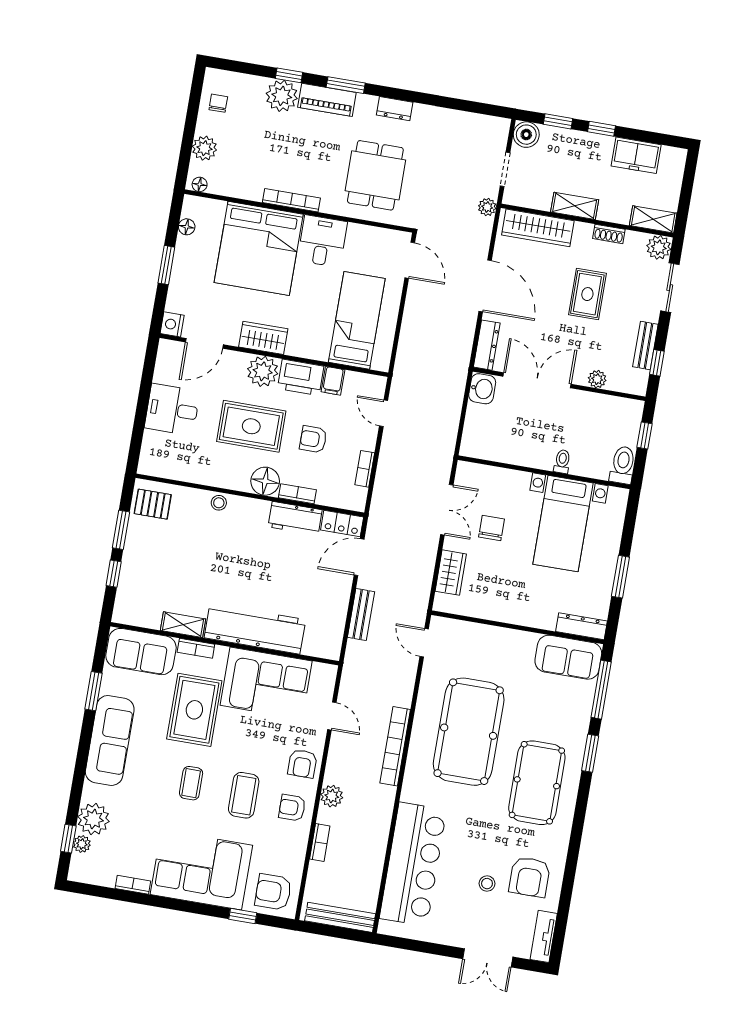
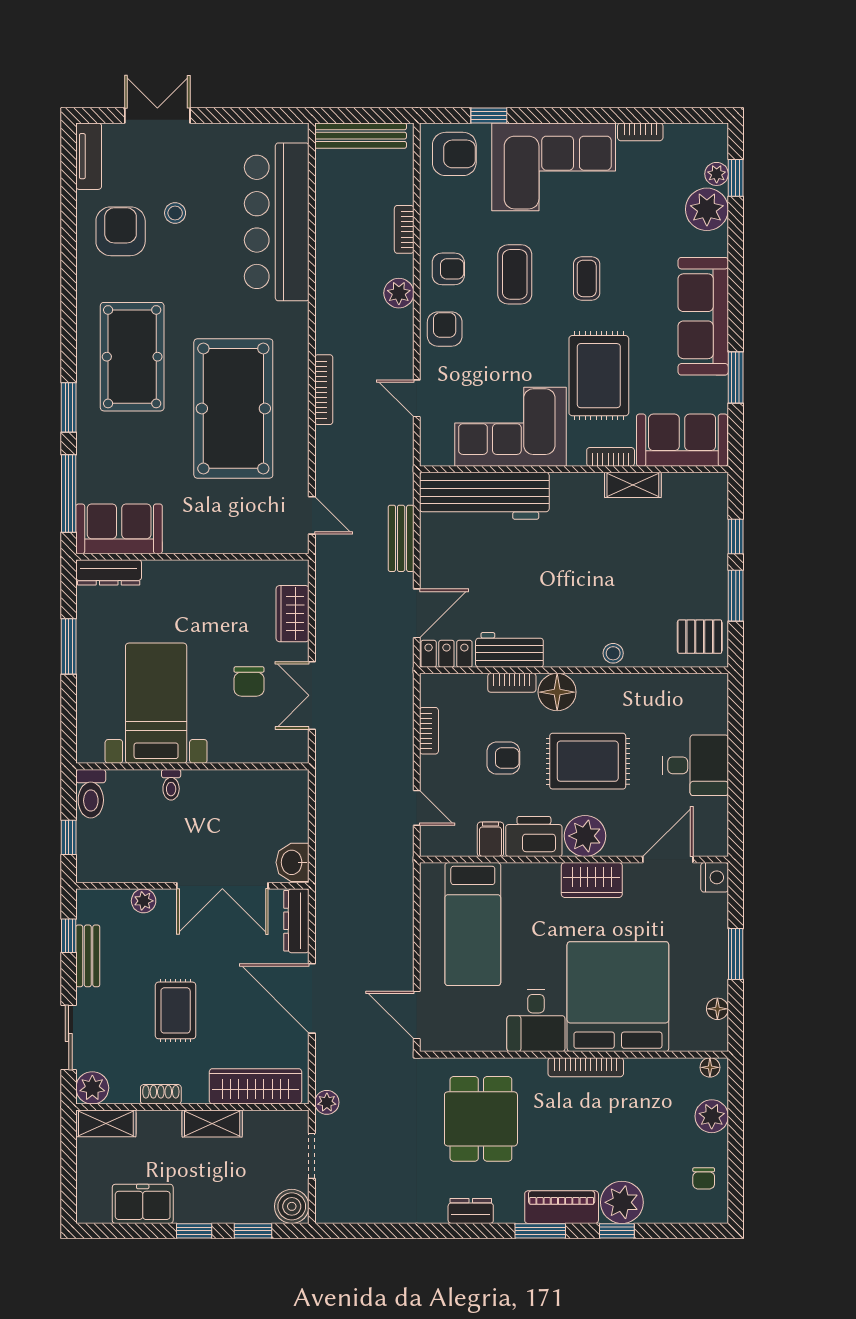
workbench: (255, 629) -> (484, 496), moved
bookcase: (395, 746) -> (324, 390), width x0.68, depth x0.76

